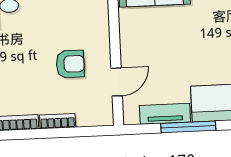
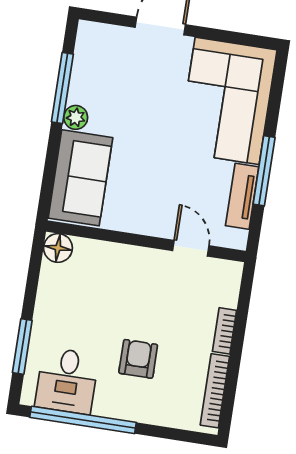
armchair: (70, 64) -> (138, 359), moved

